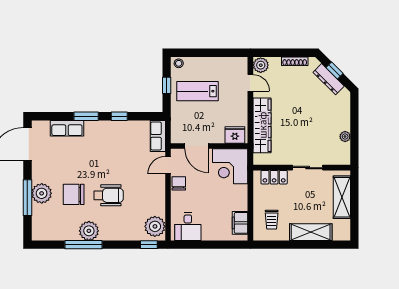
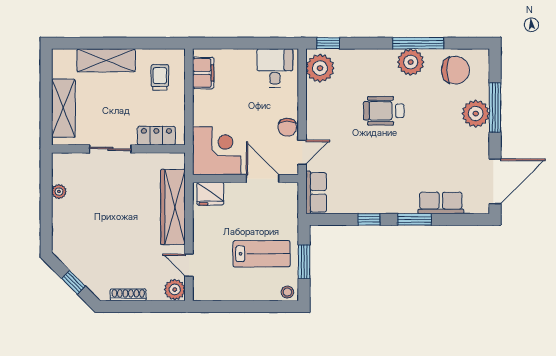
dresser: (329, 79) -> (82, 270), removed
window: (167, 85) -> (304, 262), width x1.50
chair: (74, 194) -> (455, 70), moved

